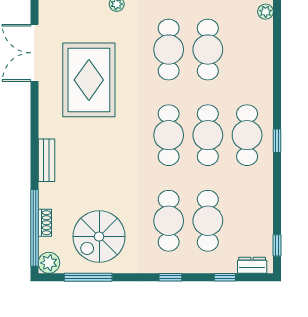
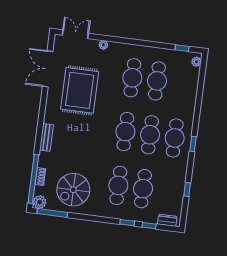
window: (277, 245) -> (187, 190), moved
window: (88, 277) -> (52, 213), moved
window: (170, 277) -> (127, 223), moved

